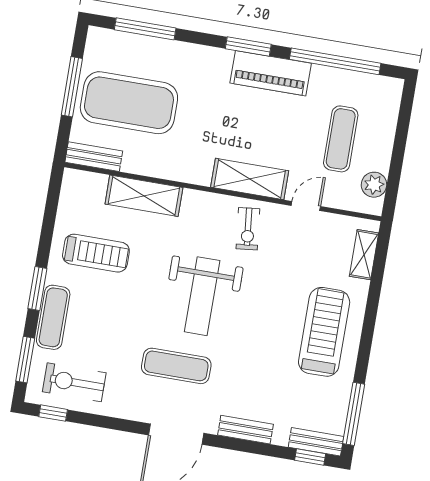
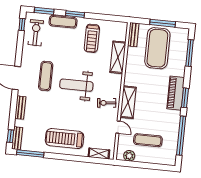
piano: (271, 73) -> (176, 93), moved
treadmill: (324, 332) -> (65, 139), turned 180

